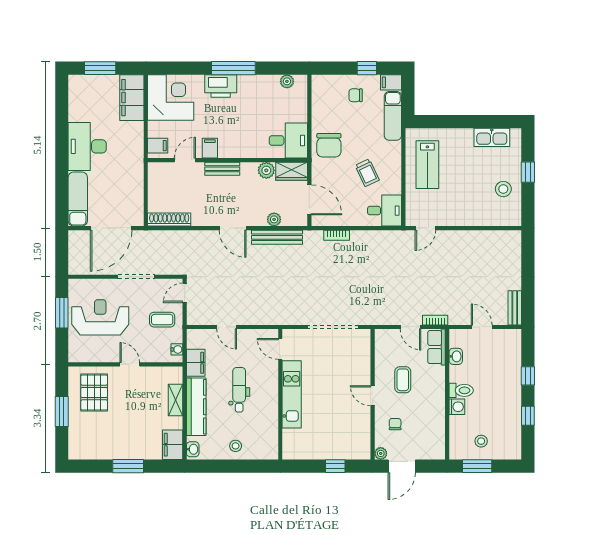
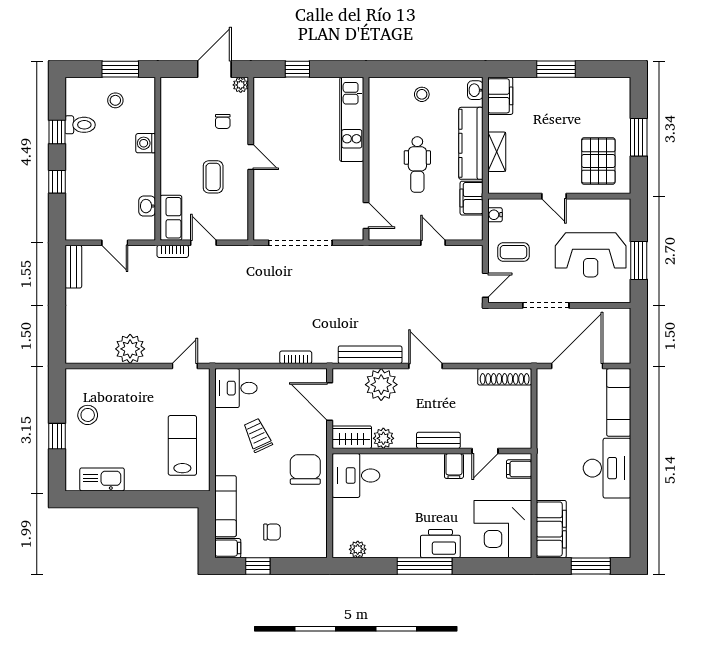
plant: (274, 219) -> (381, 385), width x1.88, depth x1.88
plant: (469, 242) -> (130, 349), added
toilet: (461, 390) -> (80, 125), moved, turned 180
kitchen unit: (292, 394) -> (352, 119), moved

